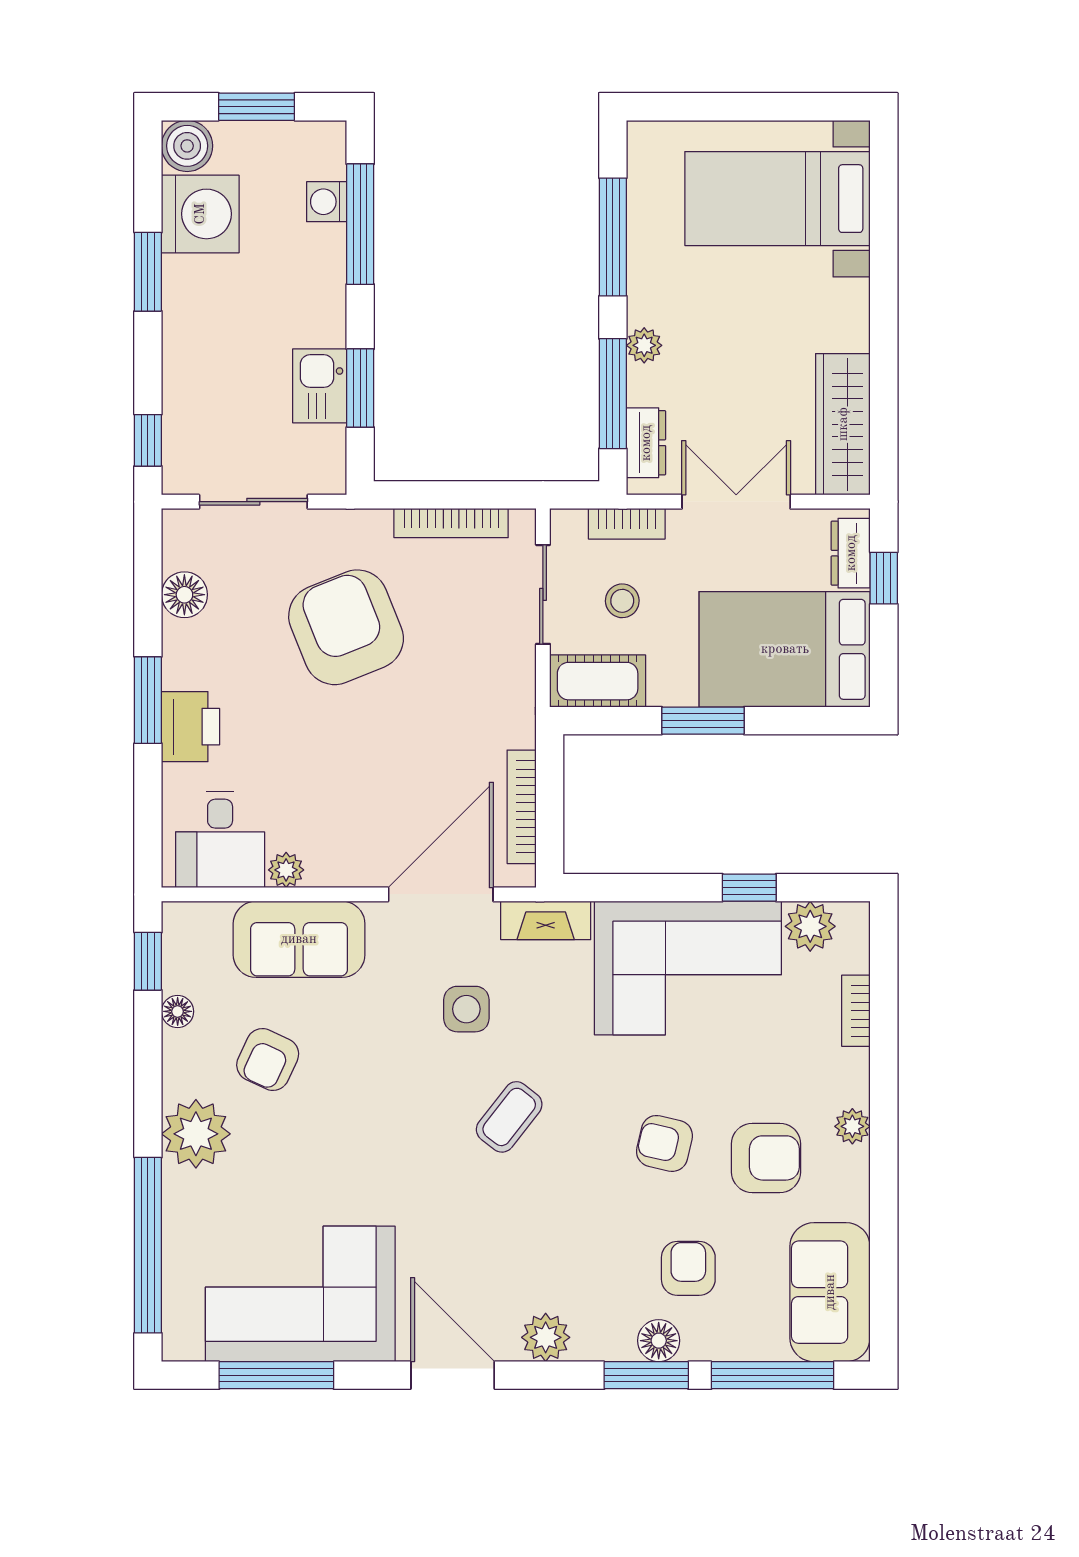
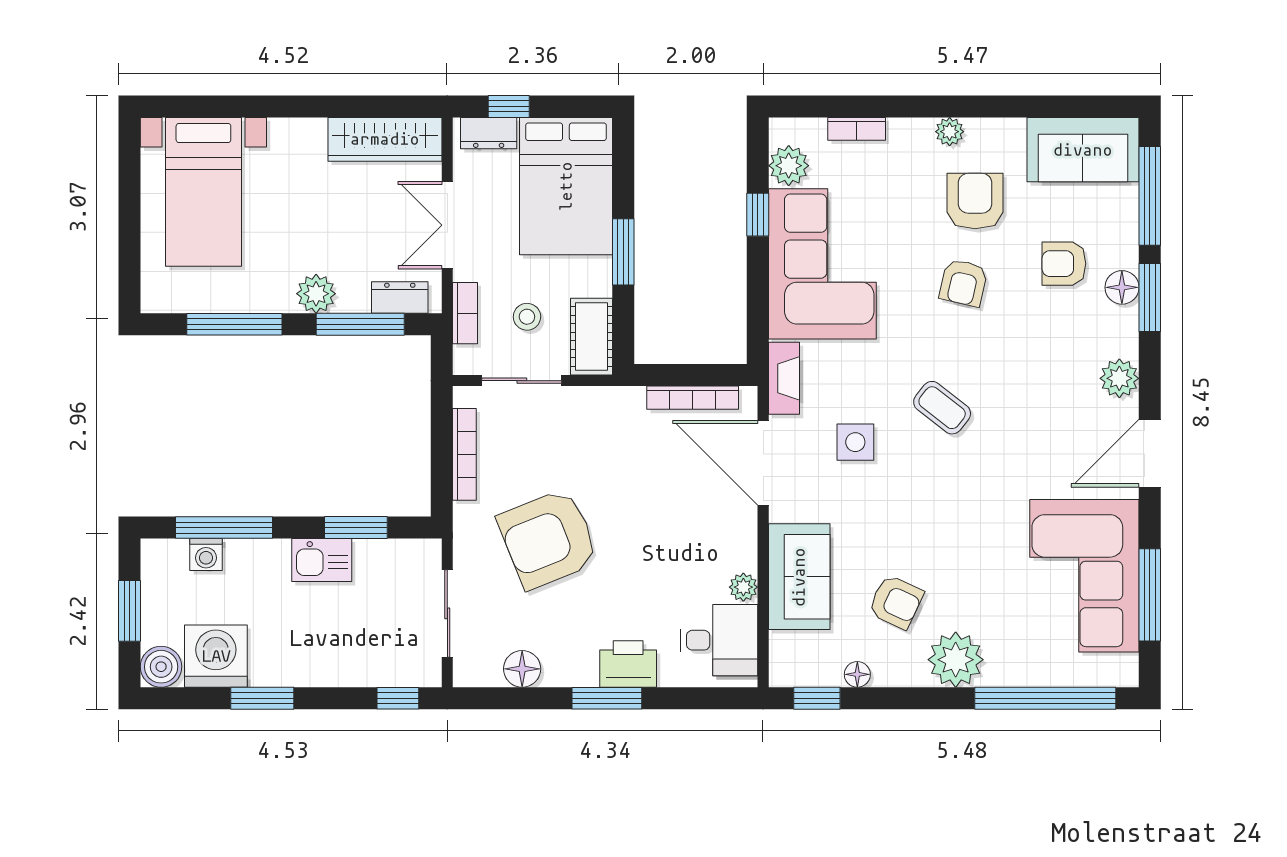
plant: (644, 345) -> (316, 294), width x1.38, depth x1.38
kitchen sink: (320, 386) -> (322, 560), moved

